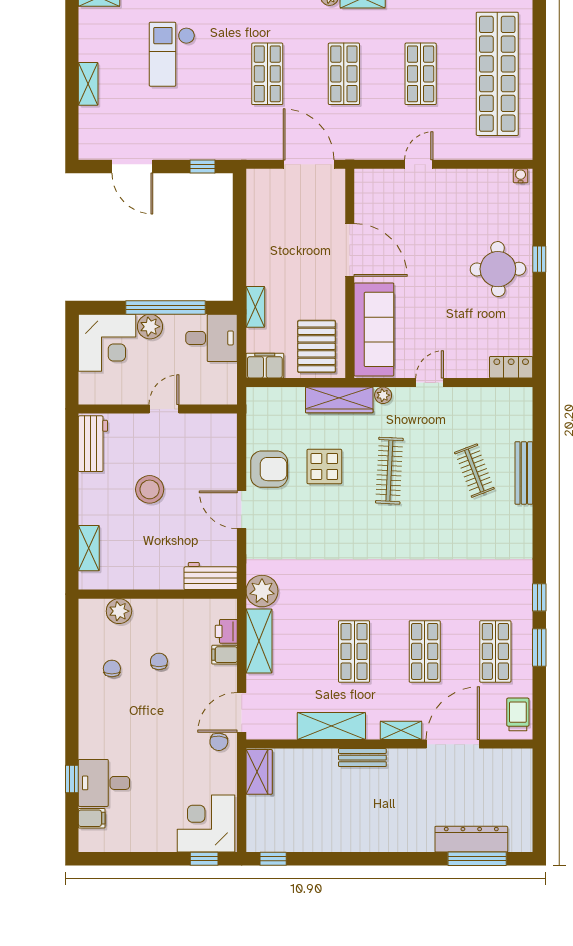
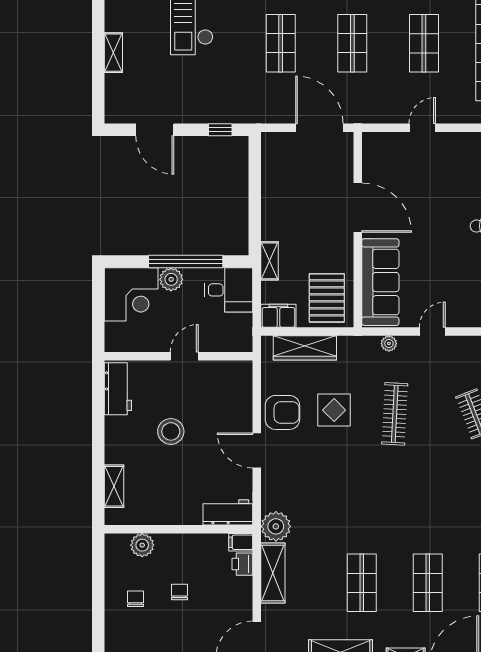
wardrobe: (339, 400) -> (305, 348), moved
filing cabinet: (225, 655) -> (241, 542), moved

